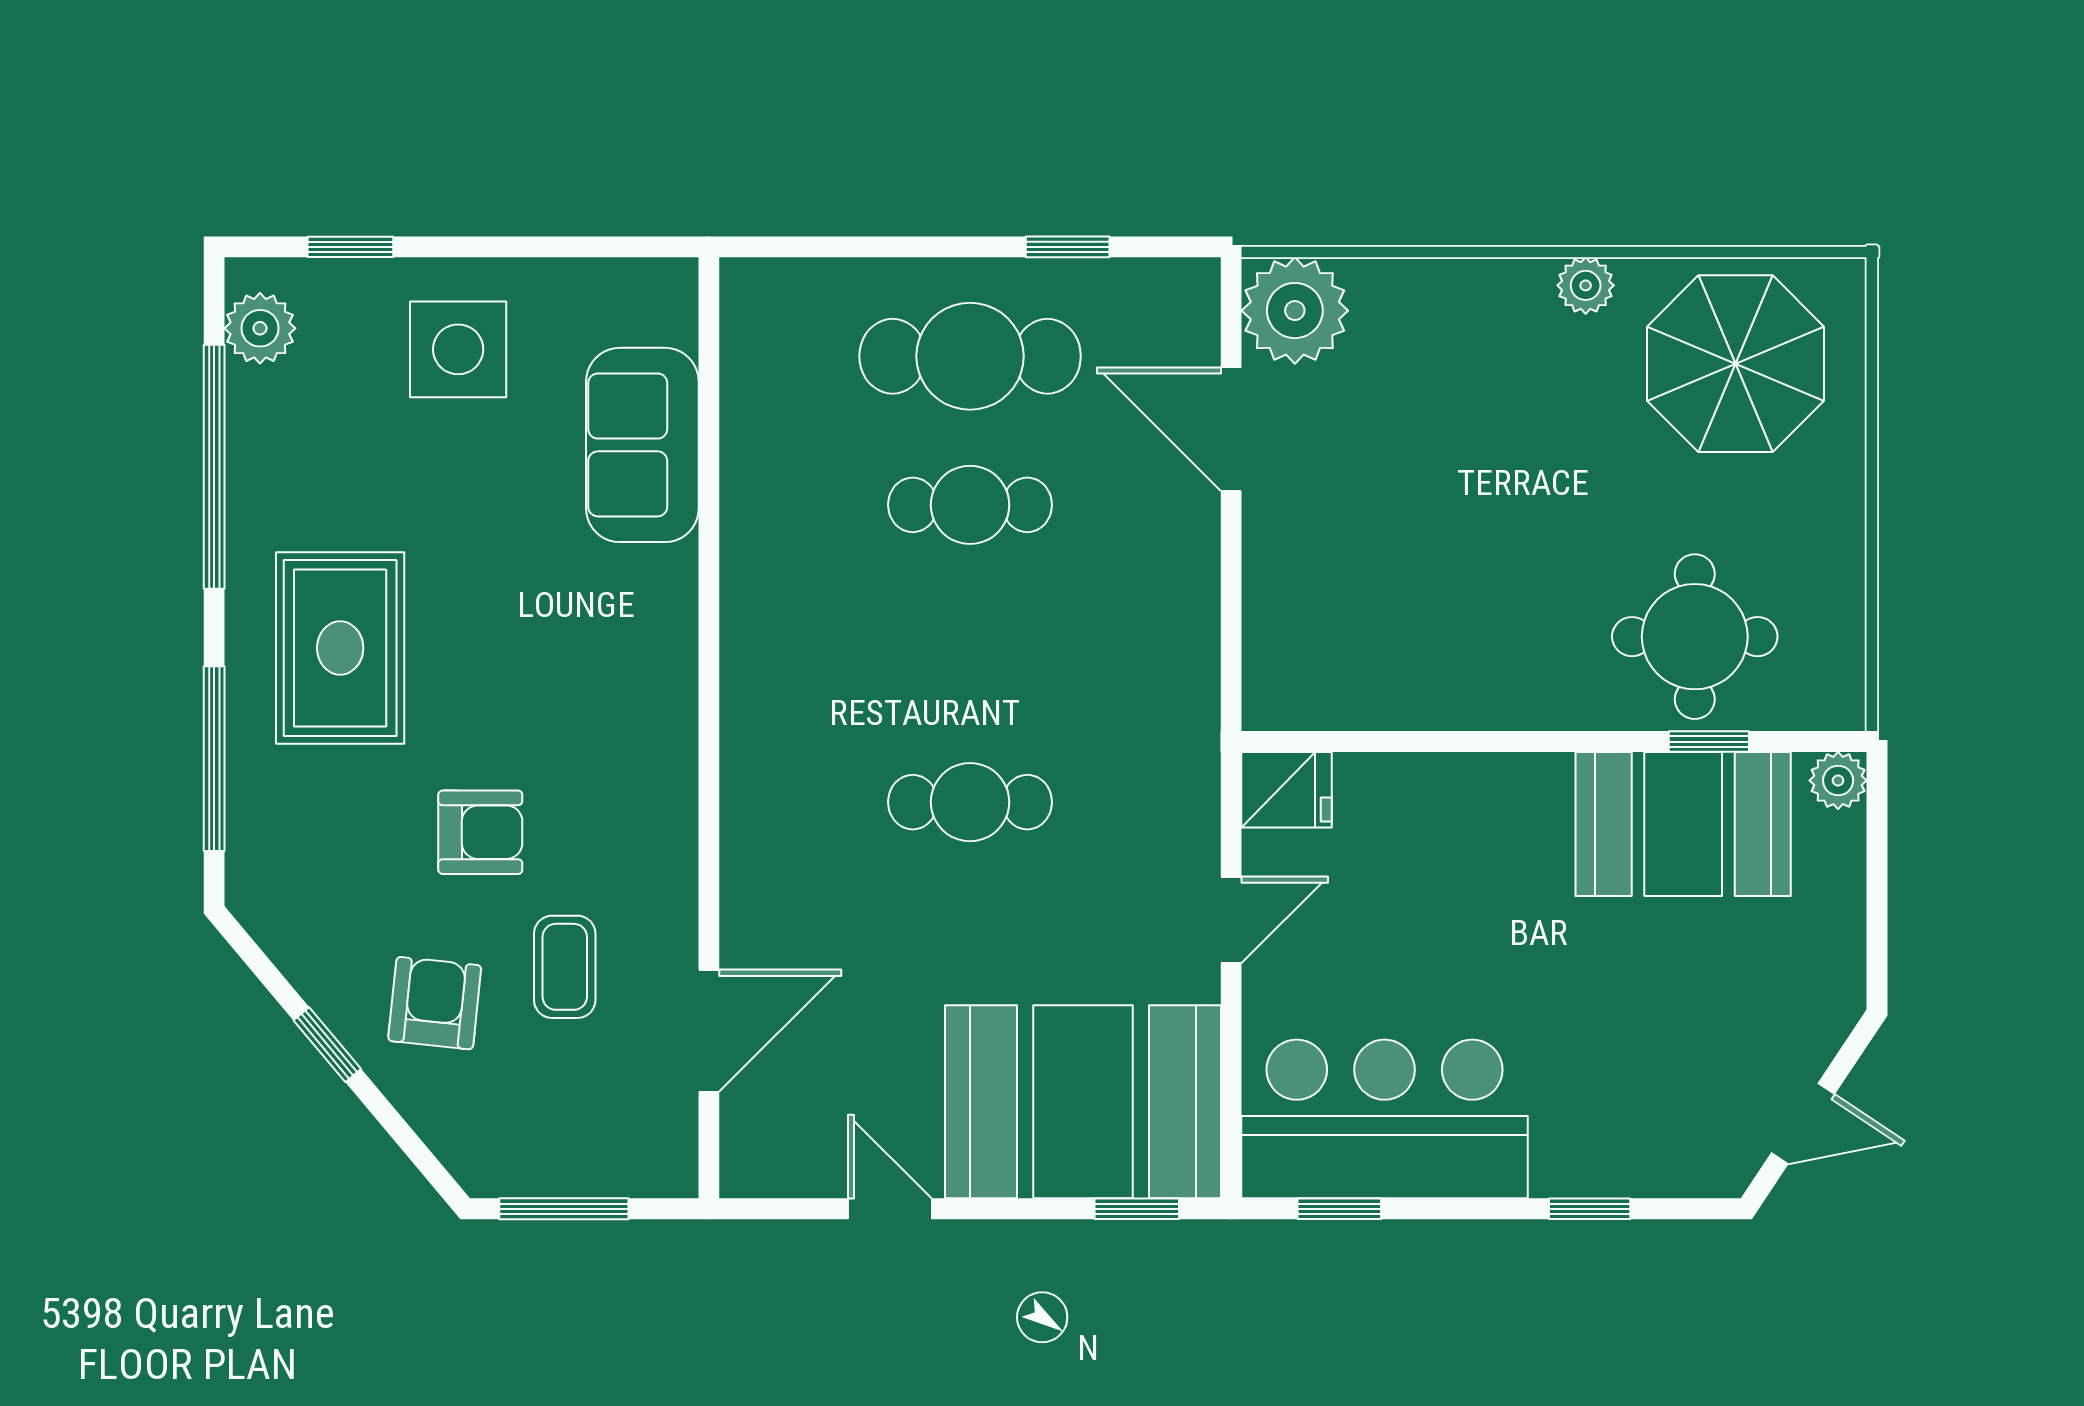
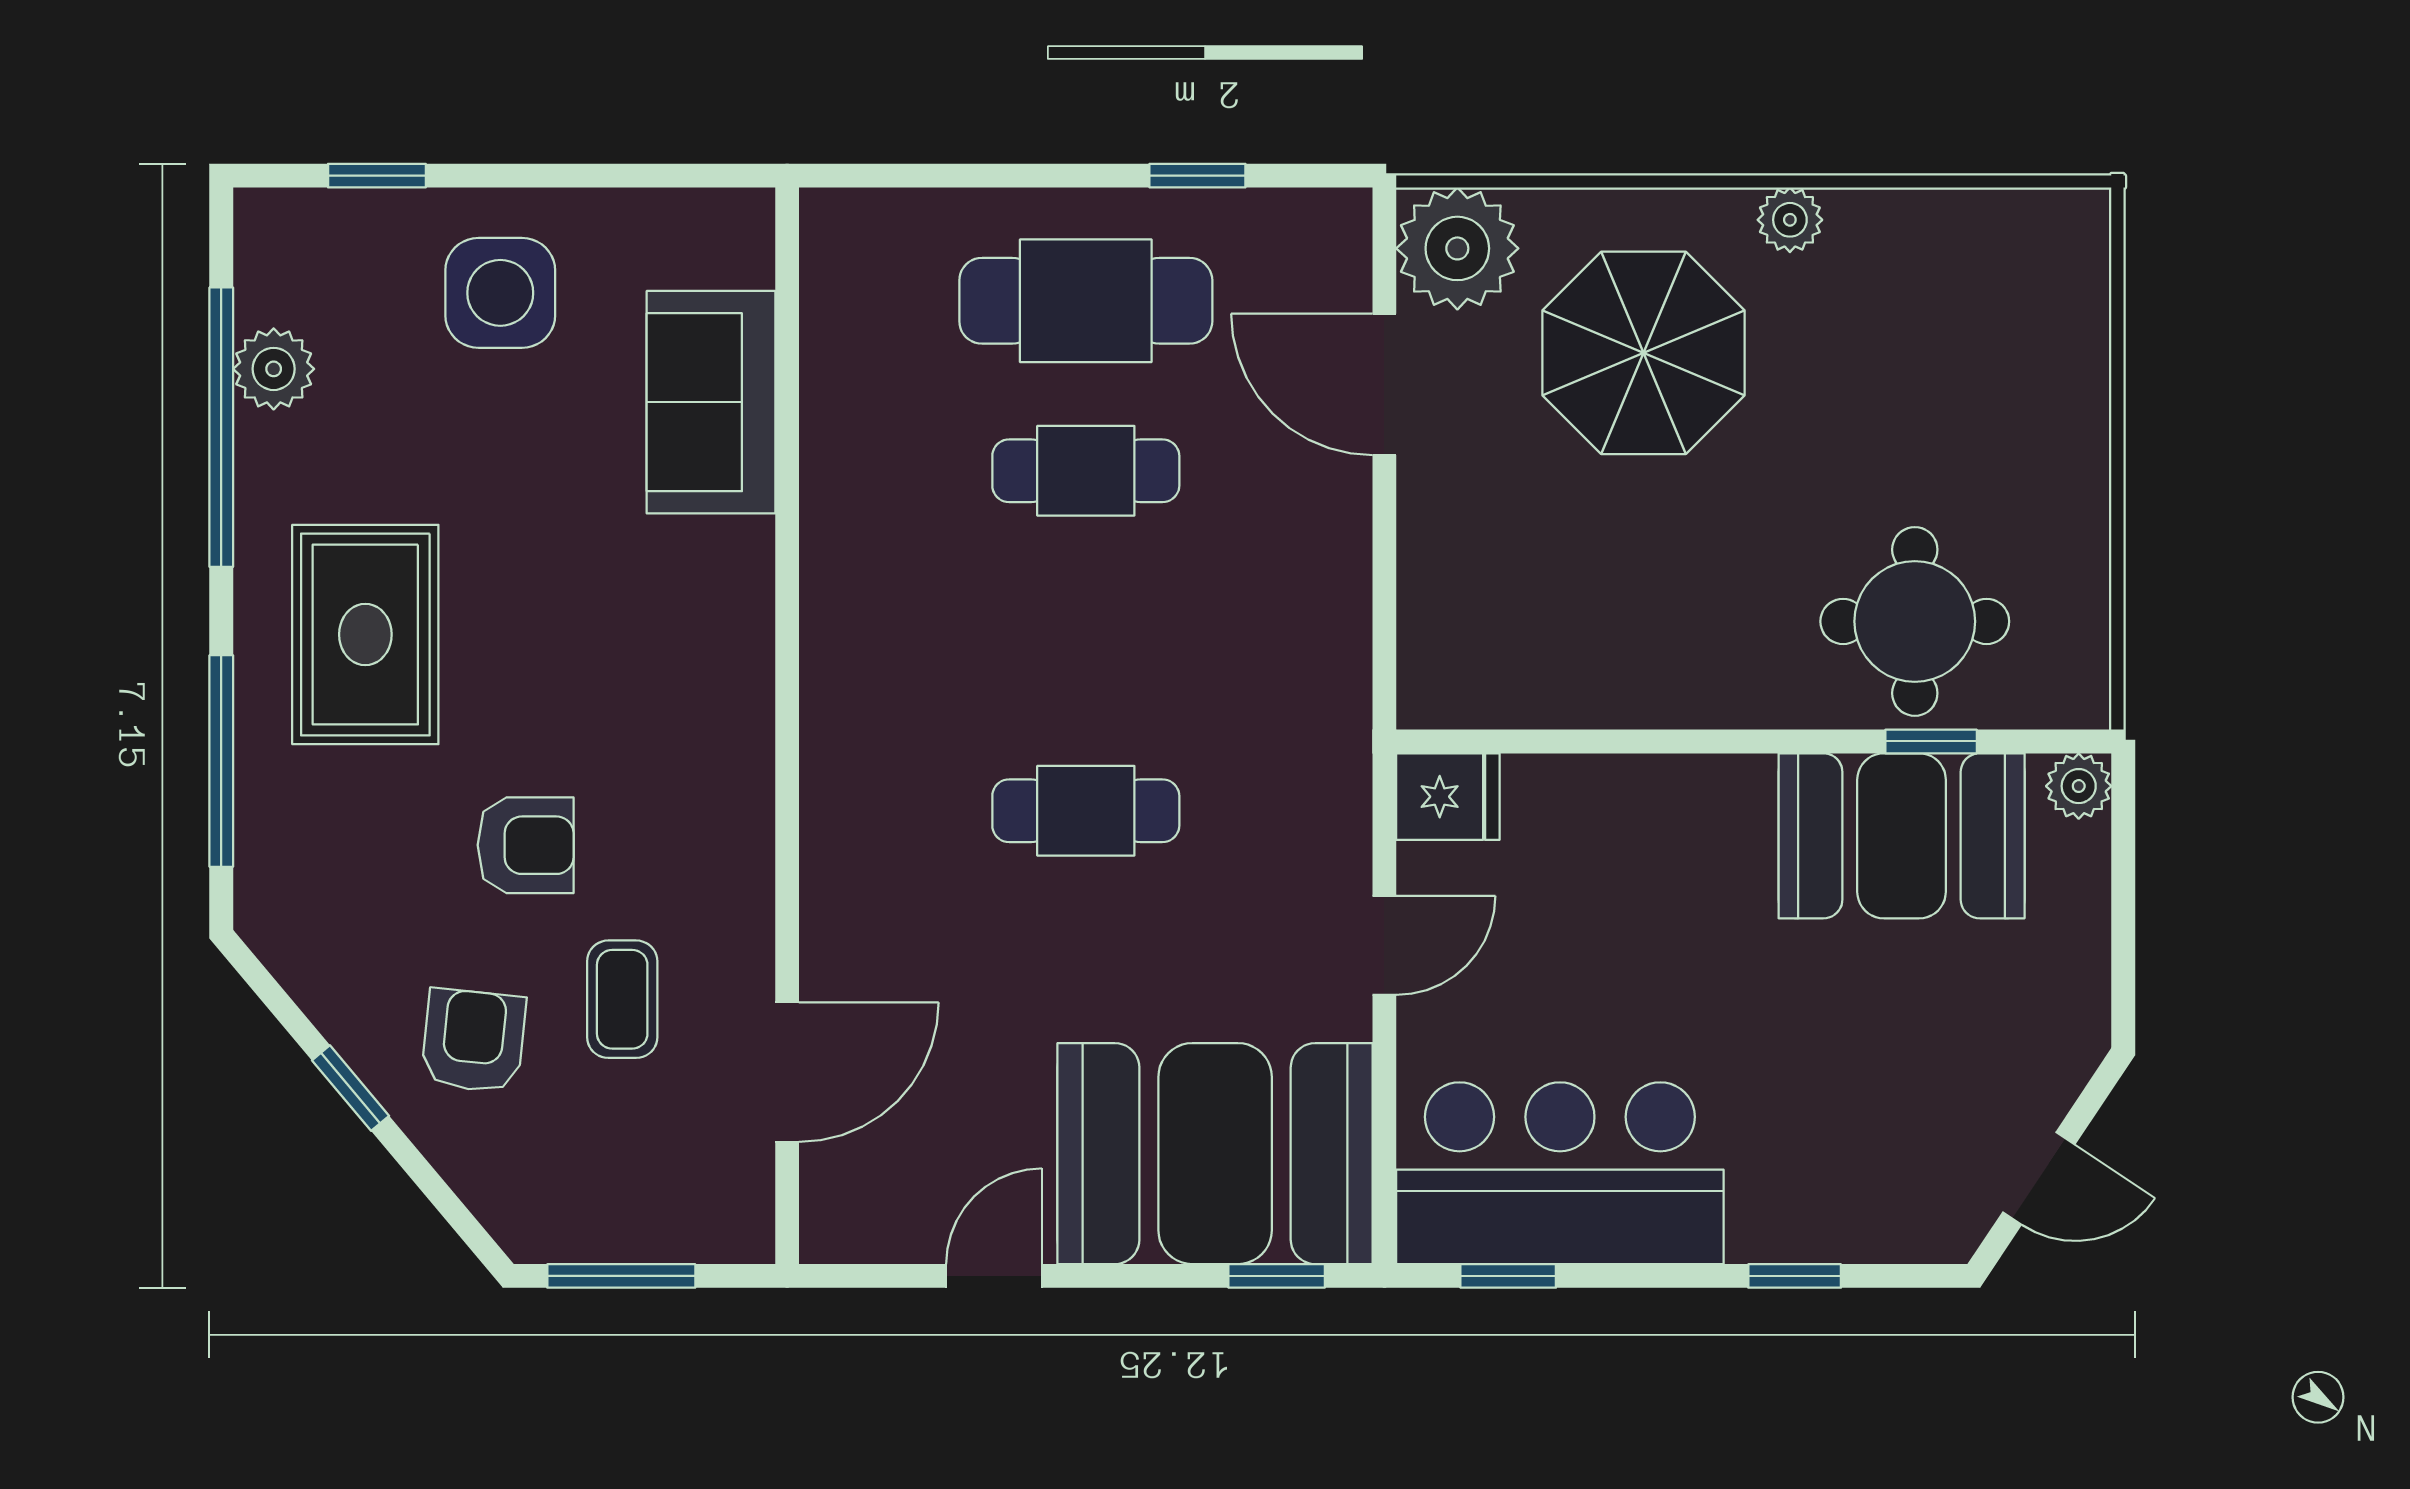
plant: (260, 328) -> (274, 369), moved
parasol: (1736, 364) -> (1643, 353), moved
door: (890, 1209) -> (994, 1276), hinge flipped

